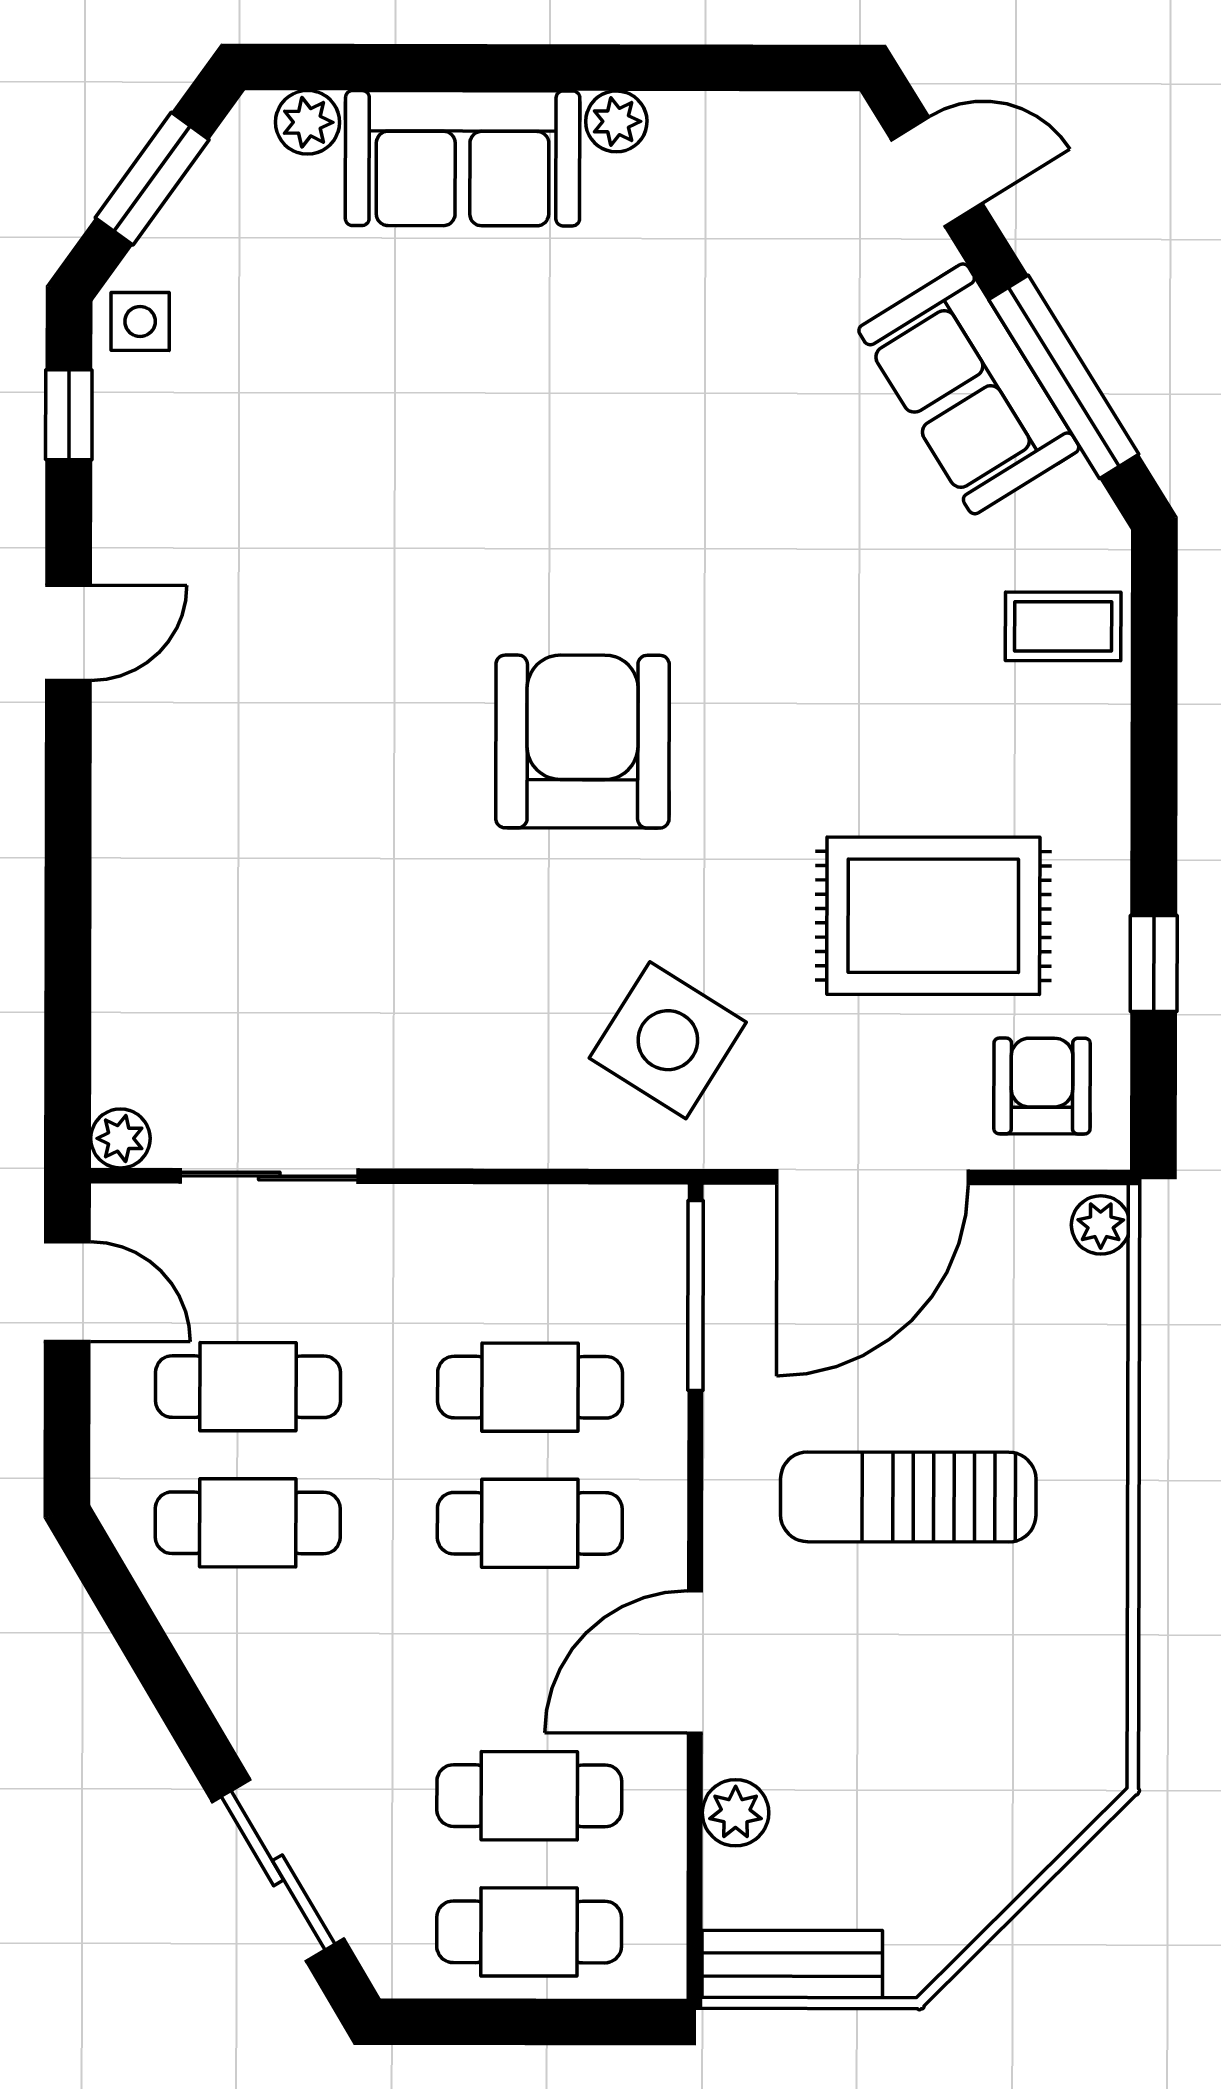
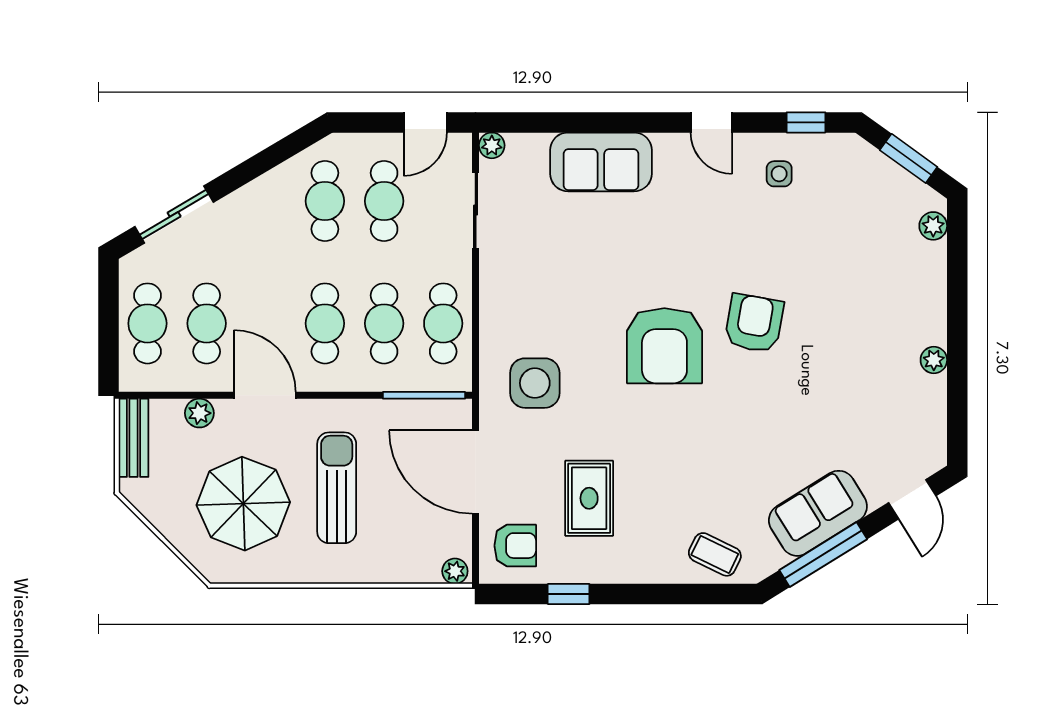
sofa: (463, 158) -> (601, 162), moved, turned -90
side table: (140, 321) -> (779, 174), moved
armchair: (531, 535) -> (754, 323), added
coffee table: (1063, 626) -> (715, 554), turned -64
armchair: (583, 742) -> (664, 346), turned 90
rug: (933, 916) -> (589, 498), width x0.73, depth x0.70
side table: (668, 1040) -> (535, 383), turned -32
cafe table: (530, 1251) -> (443, 323), added
parasol: (944, 1712) -> (243, 504), added

